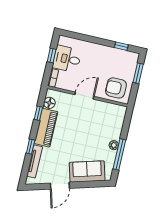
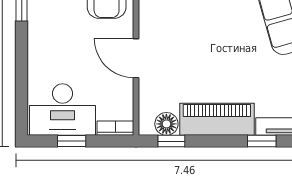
desk: (67, 59) -> (62, 110), width x1.37
window: (38, 113) -> (171, 141), moved

